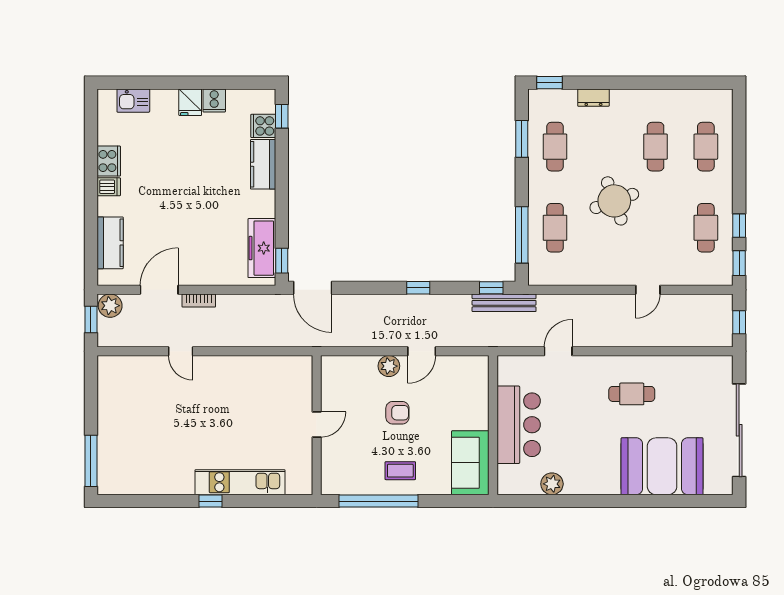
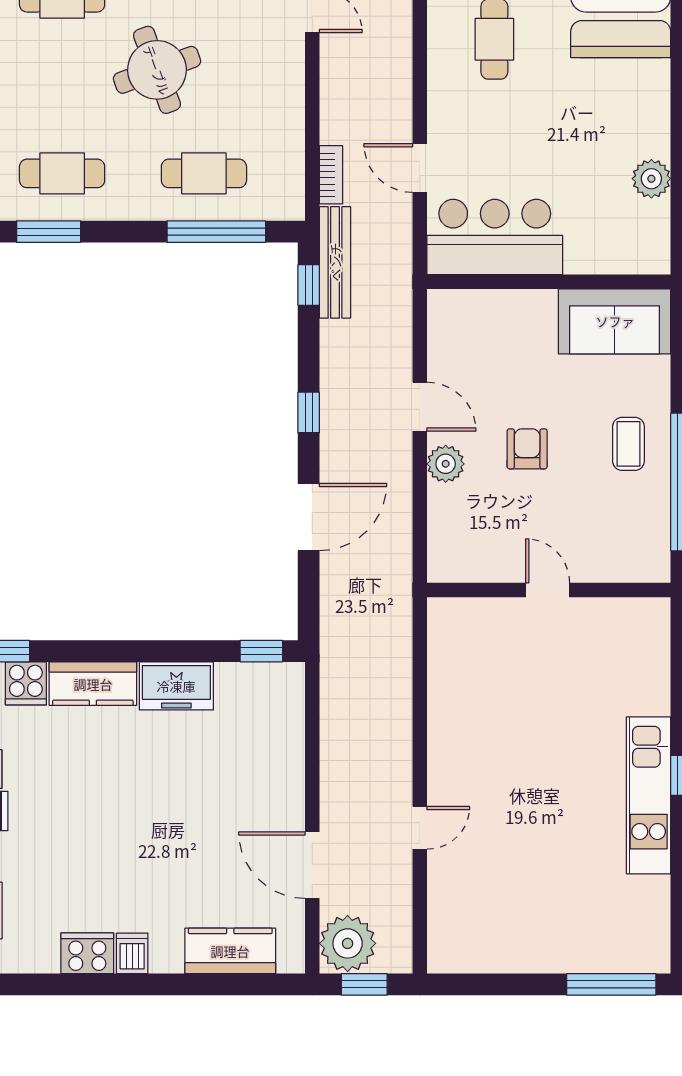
freezer: (262, 248) -> (176, 686), moved, width x0.71
door: (313, 288) -> (309, 517), moved
bookcase: (199, 301) -> (331, 175), moved
plant: (110, 306) -> (348, 943), width x1.36, depth x1.36
bar counter: (519, 425) -> (495, 237), moved
kitchen unit: (240, 482) -> (649, 795), moved

